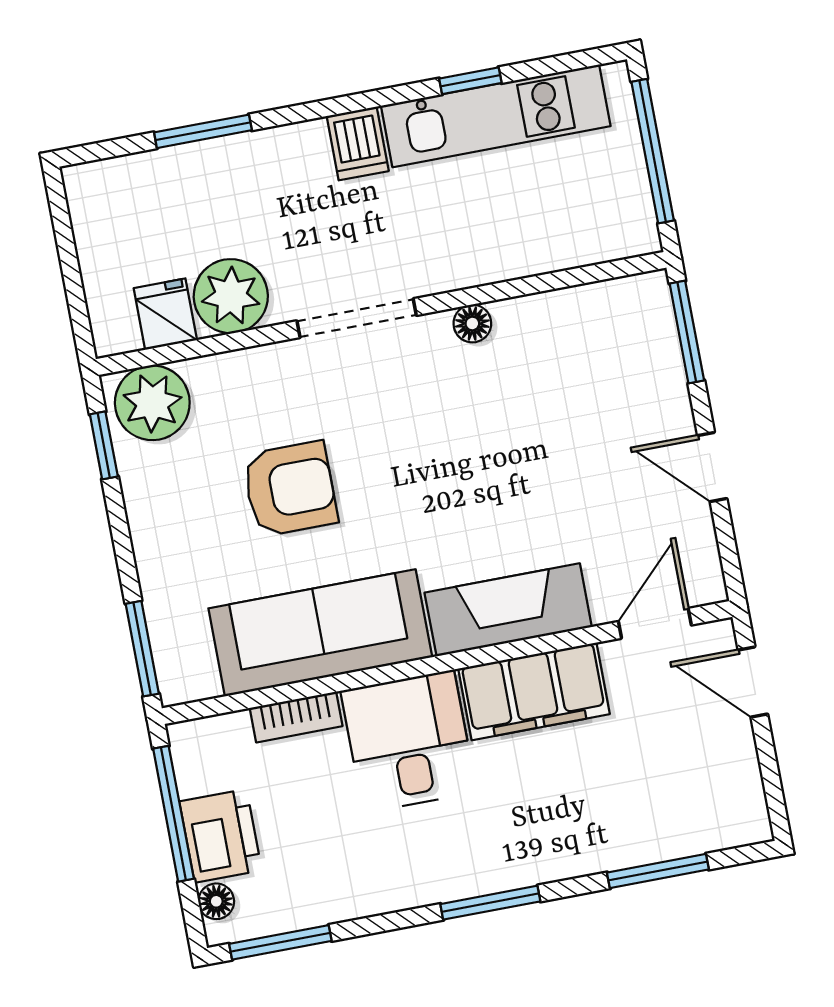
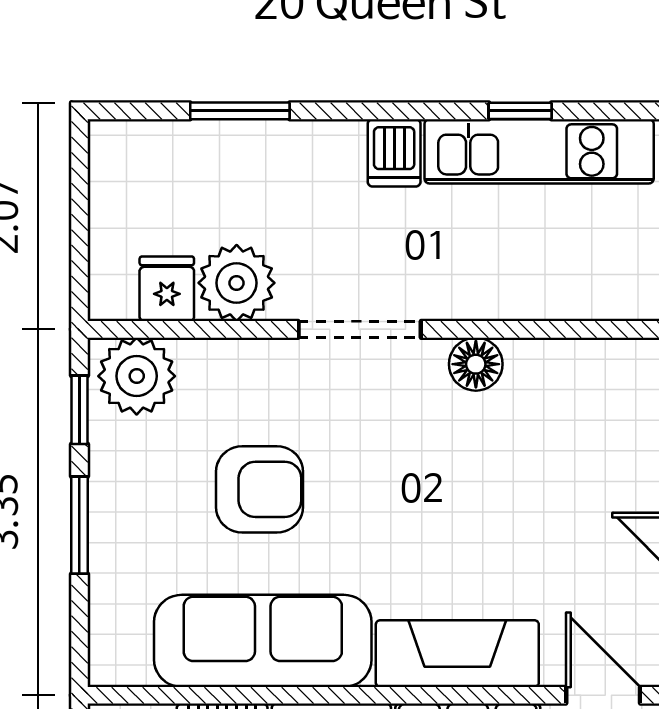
floor lamp: (472, 324) -> (476, 364), width x1.37, depth x1.37
door: (655, 623) -> (603, 695), hinge flipped
window: (142, 649) -> (79, 525), moved

